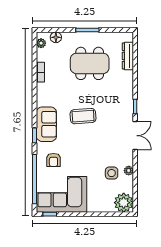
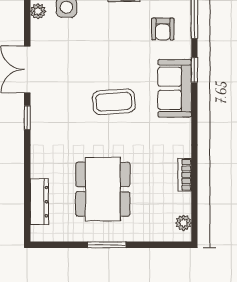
floor lamp: (56, 37) -> (159, 233), removed
dining table: (90, 63) -> (103, 189), turned 90
armchair: (53, 160) -> (163, 29), turned 180

